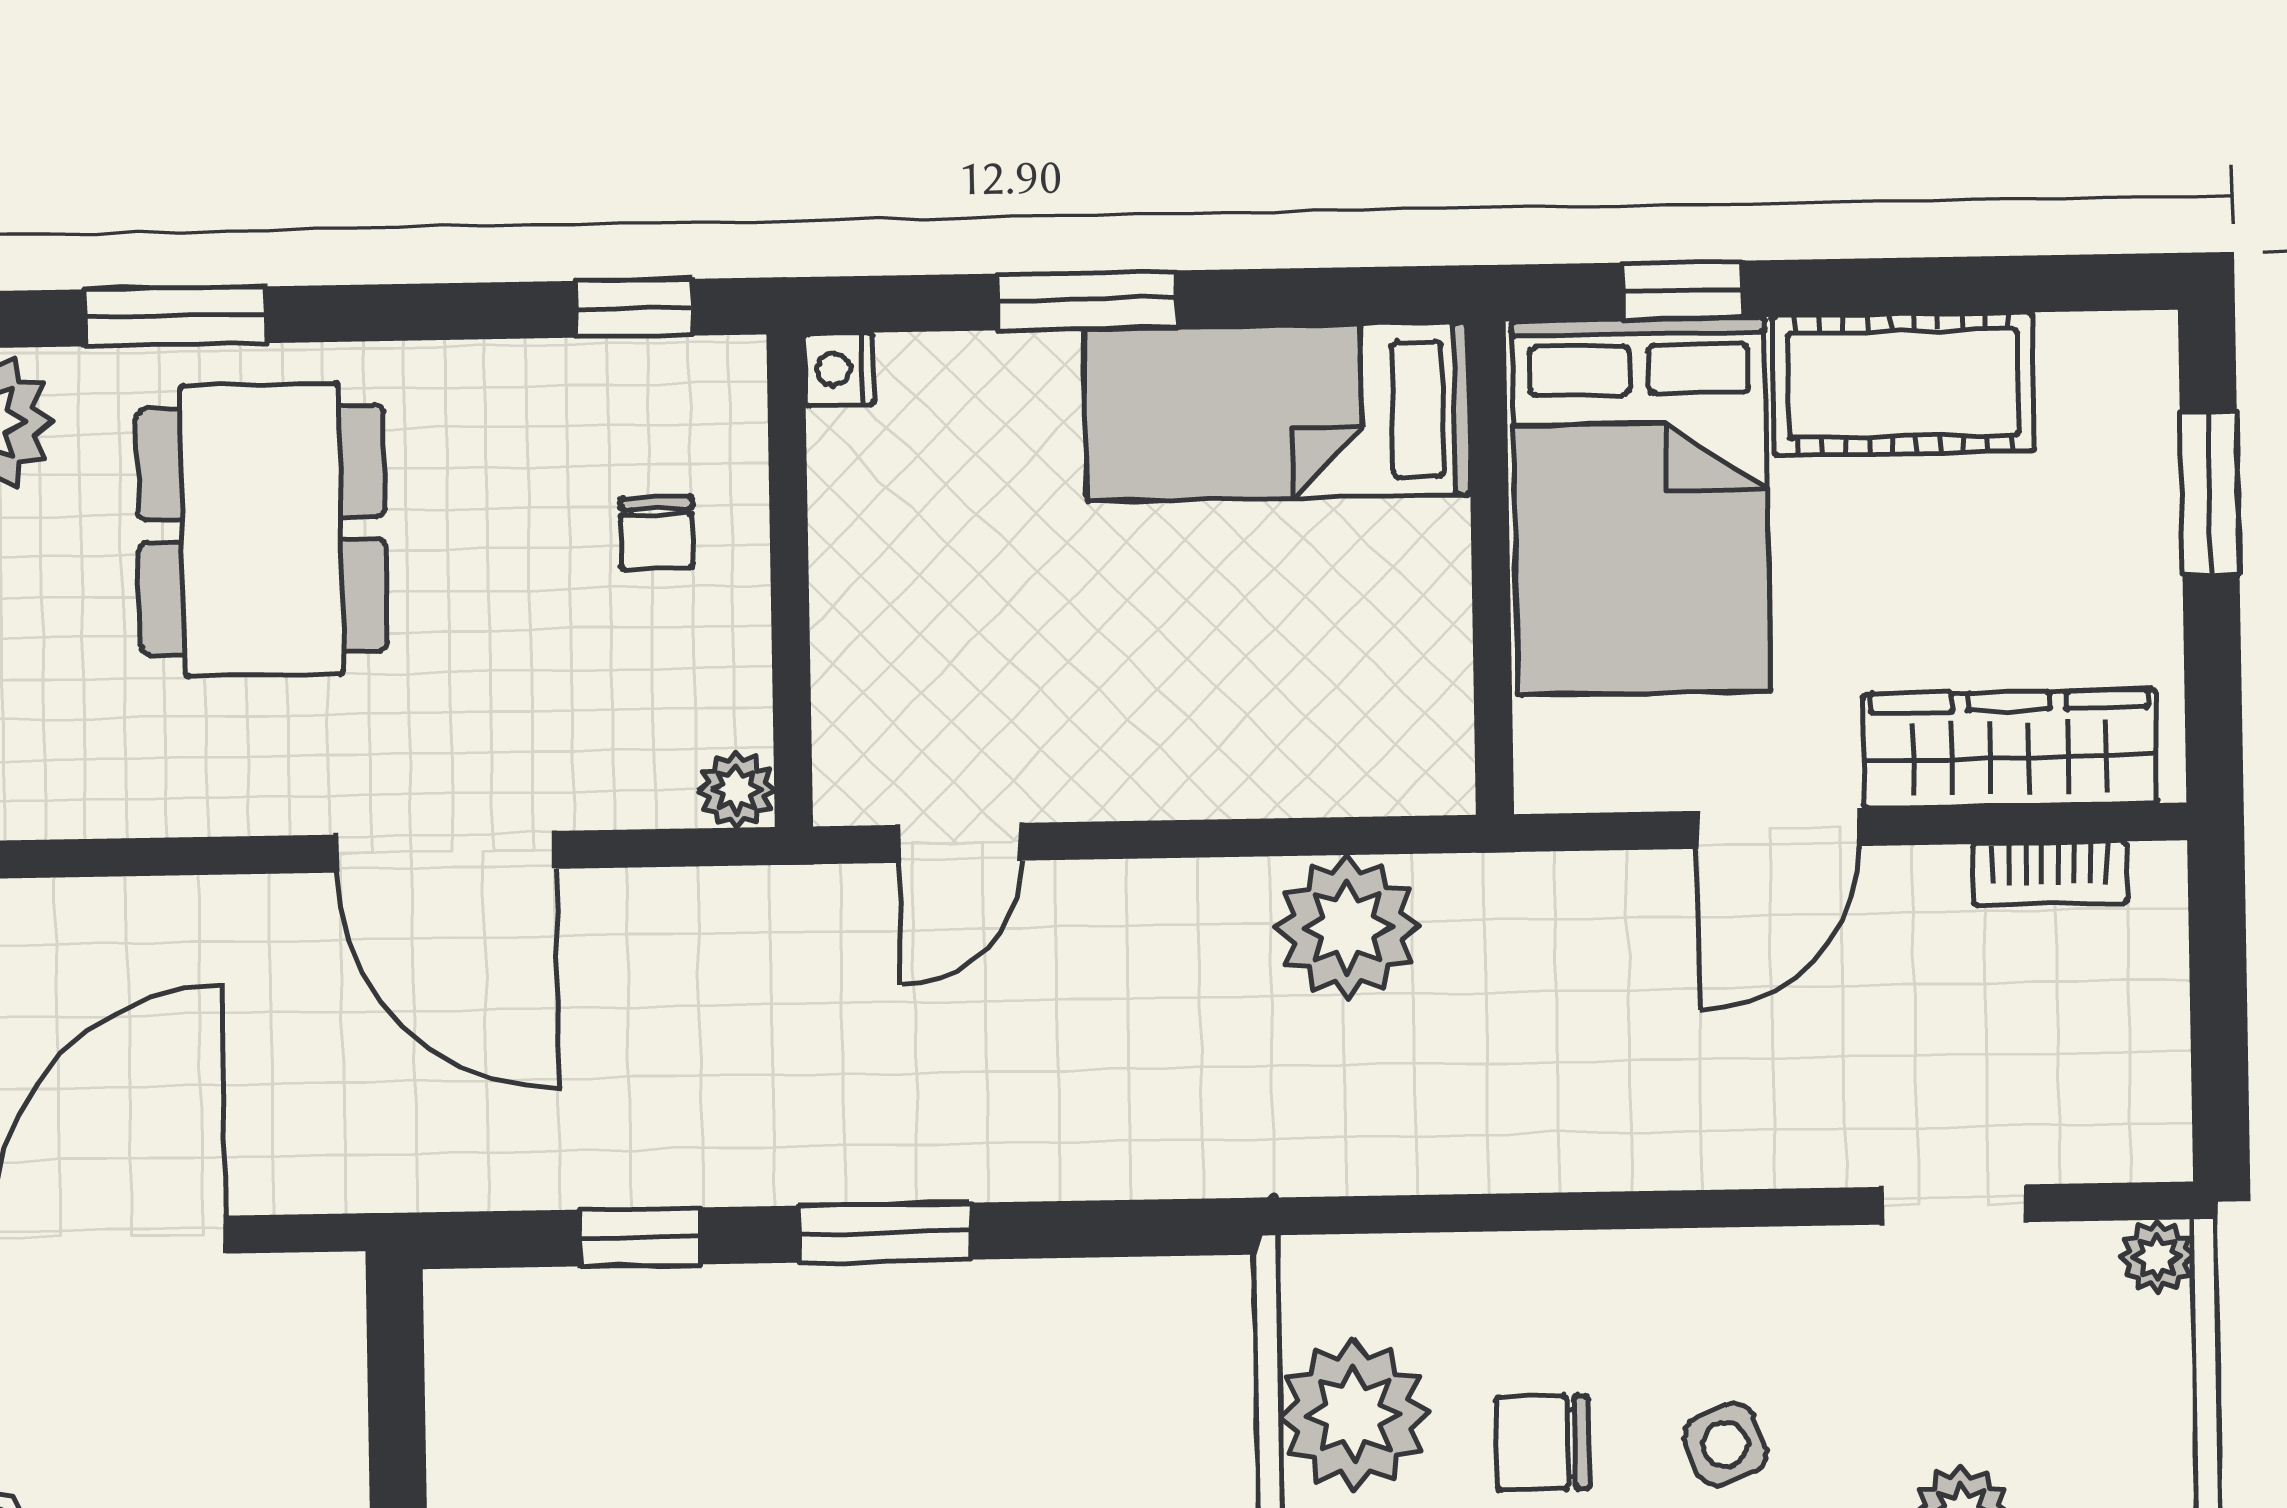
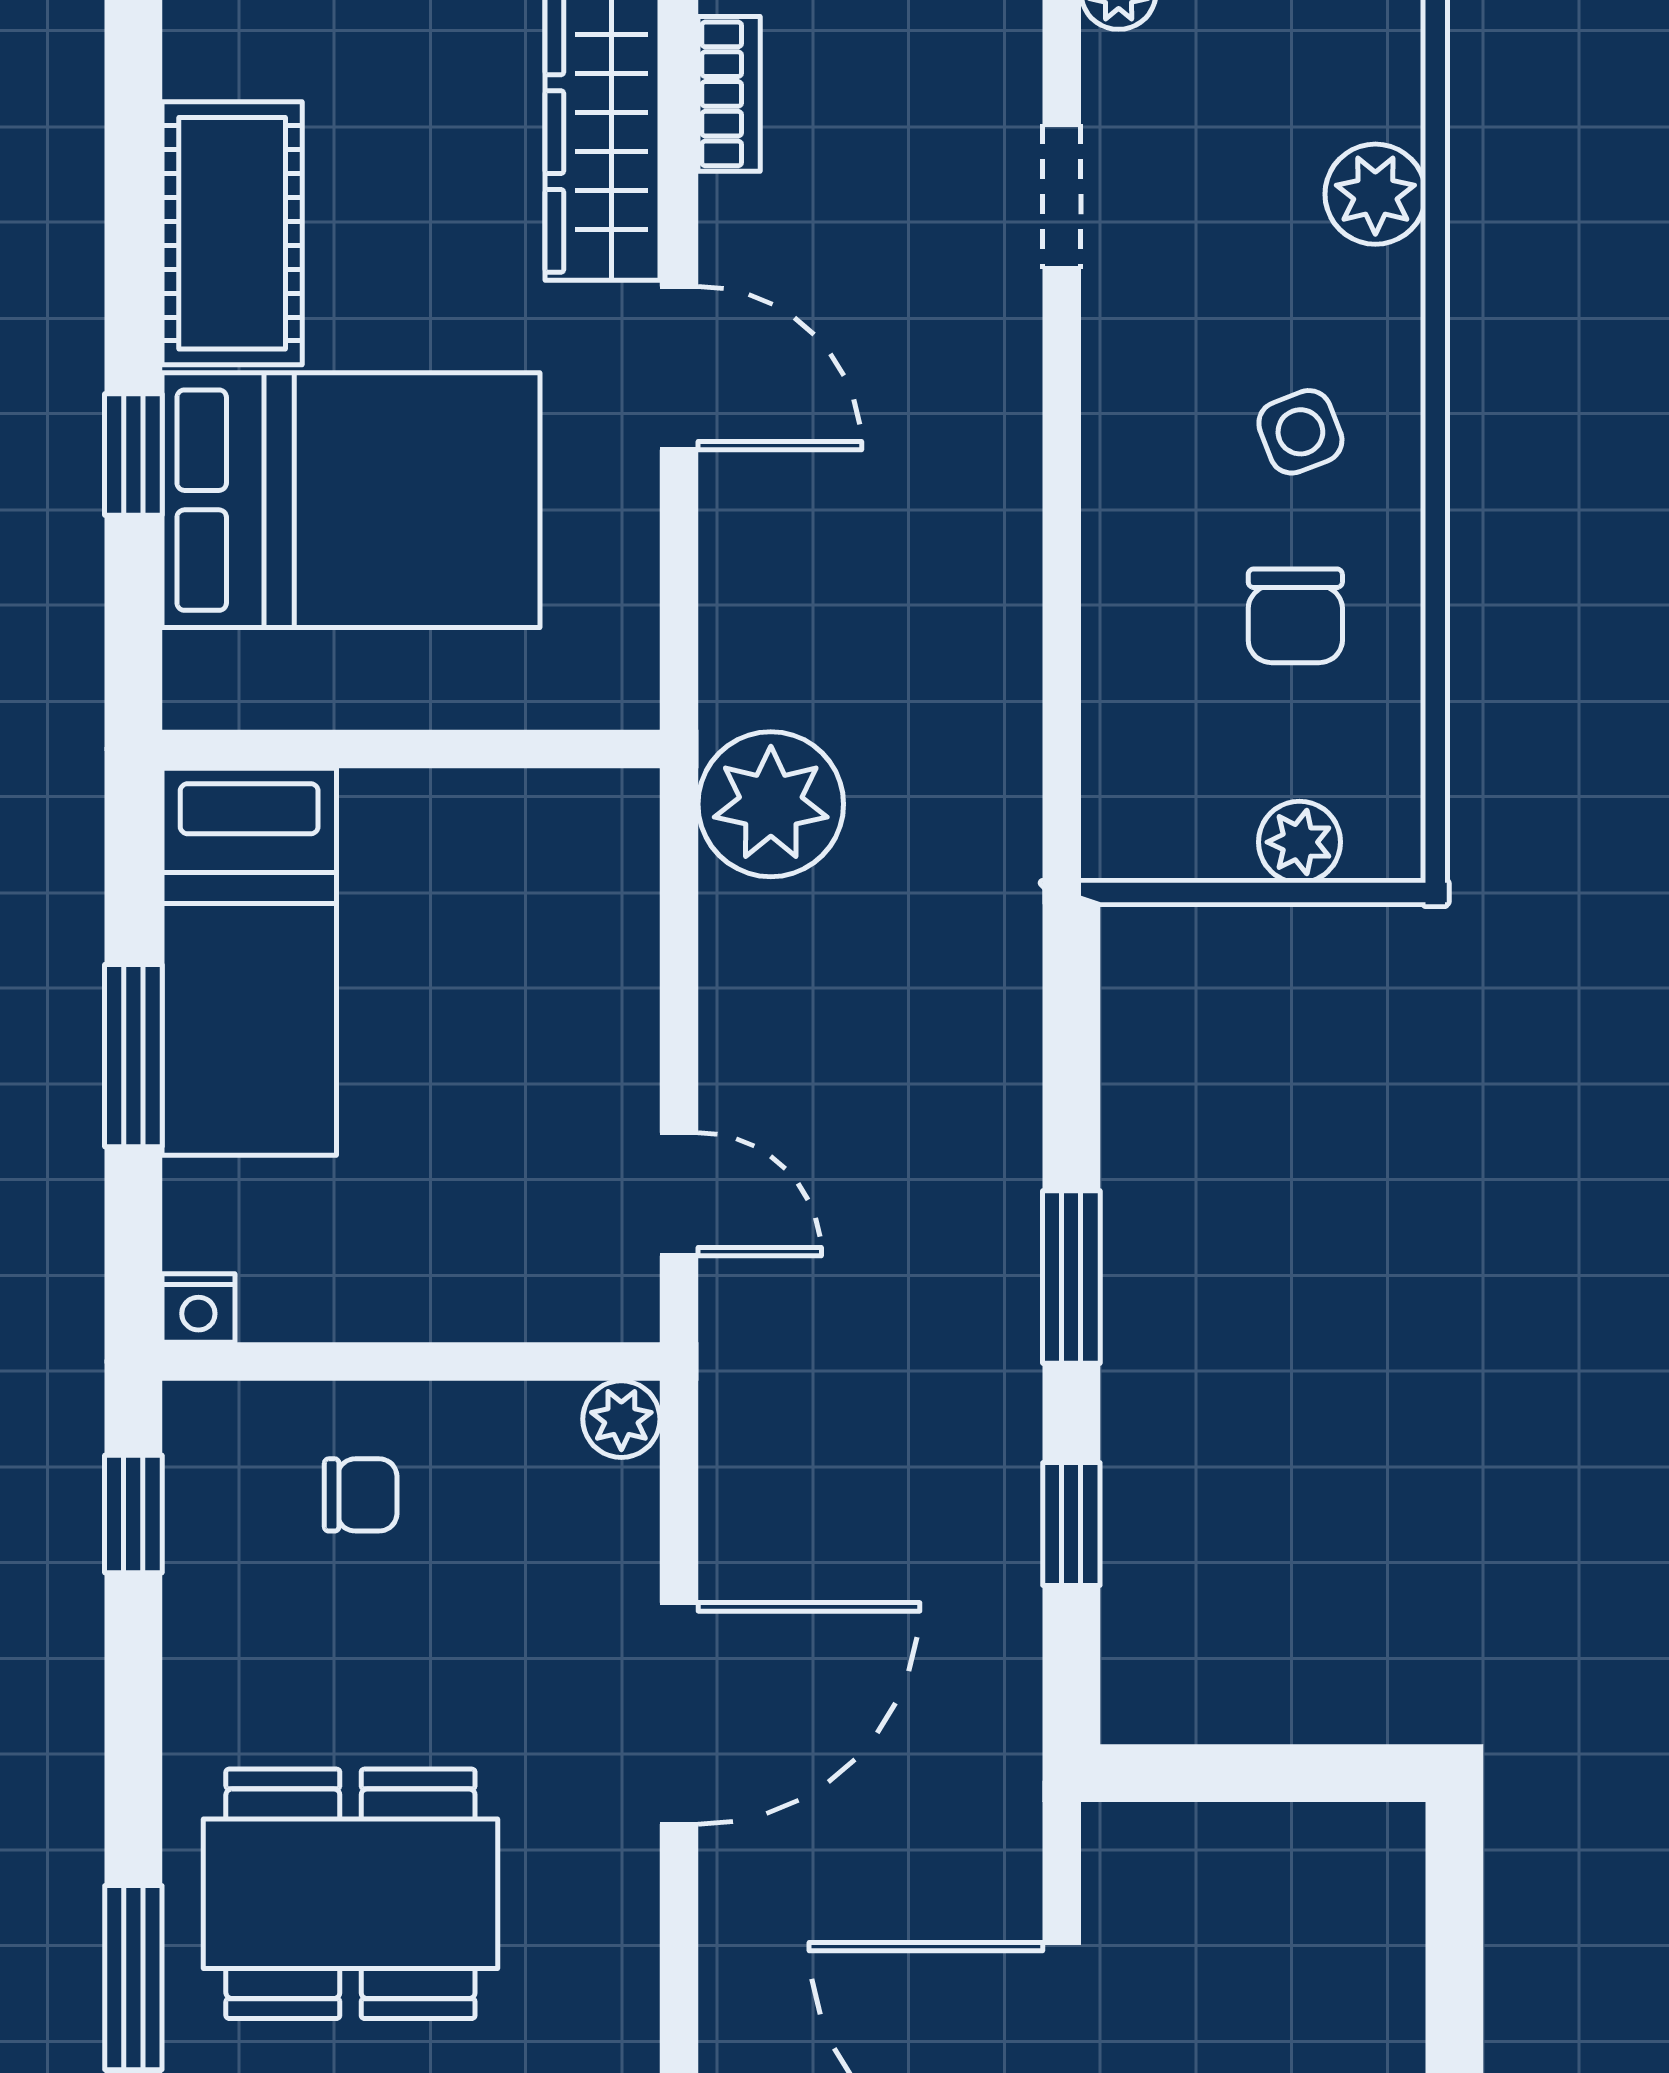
bed: (1277, 412) -> (249, 962), moved
wall: (1491, 568) -> (411, 749), moved
plant: (1354, 1415) -> (1299, 842), width x0.53, depth x0.53

